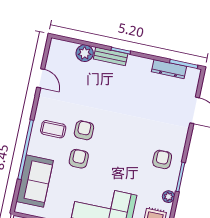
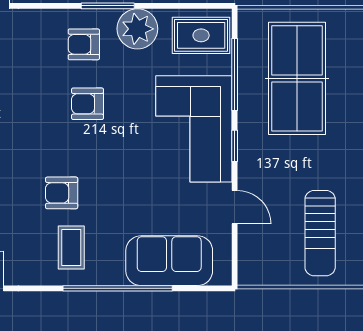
armchair: (79, 159) -> (88, 104), moved
plant: (168, 197) -> (137, 29), width x1.88, depth x1.88

